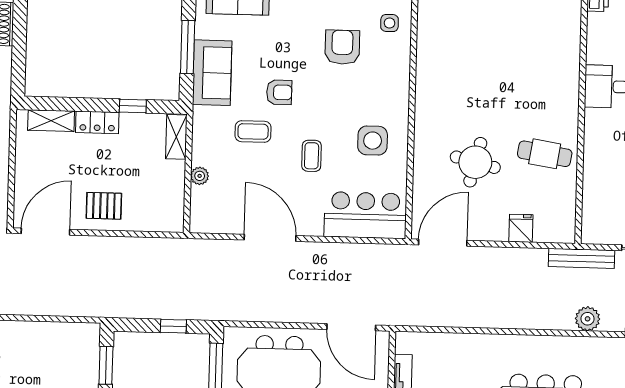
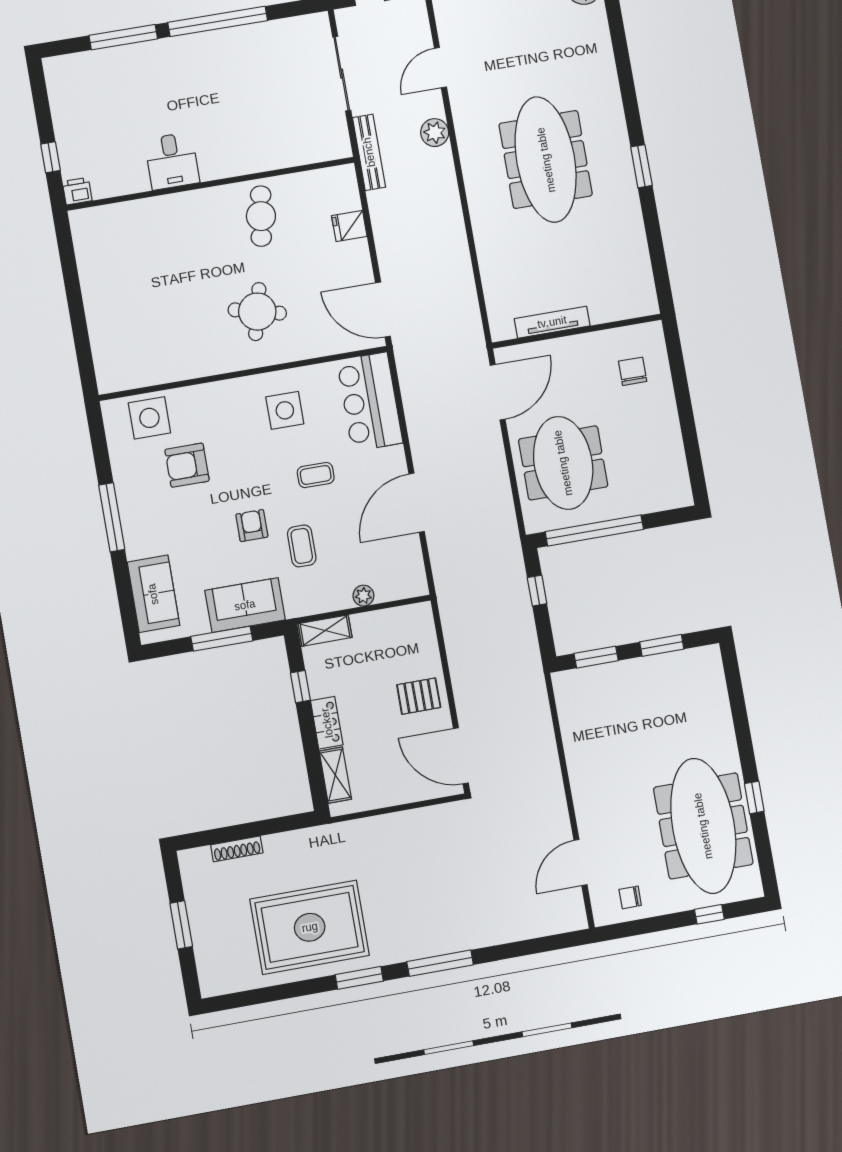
side table: (390, 23) -> (149, 418), width x1.87, depth x1.87
round table: (475, 162) -> (257, 312), moved
pallet: (104, 206) -> (419, 696), turned 90

